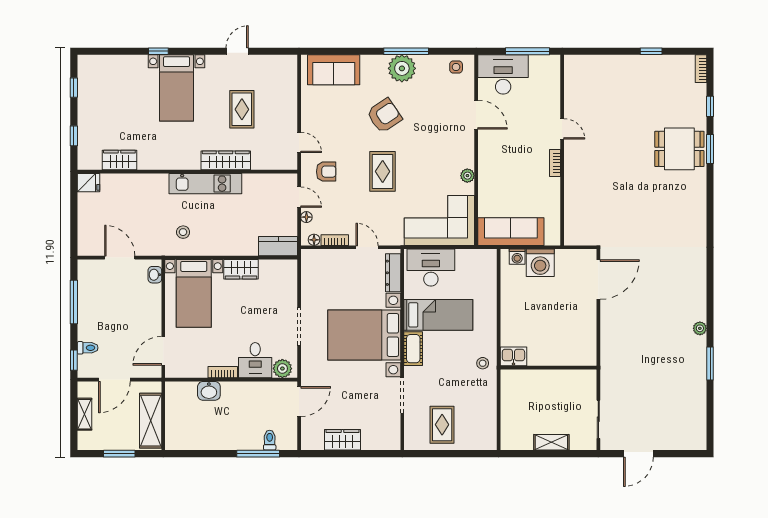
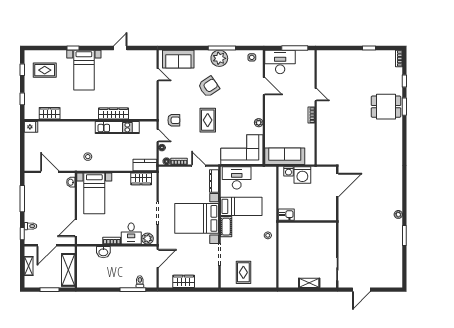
rug: (242, 109) -> (45, 70), moved, turned 90
door: (299, 142) -> (158, 75), moved
kitchen unit: (205, 184) -> (117, 127), moved
wardrobe: (241, 269) -> (141, 179), moved
kitchen sink: (513, 356) -> (286, 215), moved
wall: (548, 368) -> (307, 221), moved

